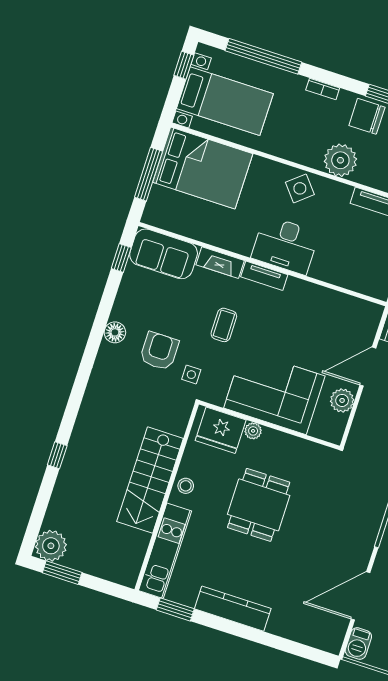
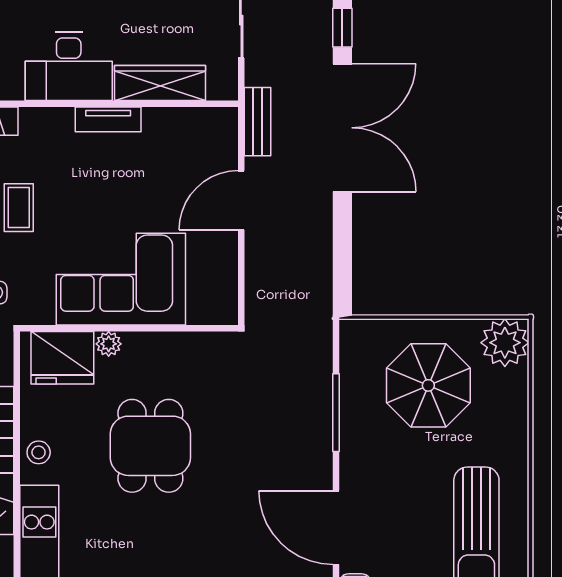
wardrobe: (340, 275) -> (160, 83), added
tv unit: (264, 276) -> (108, 119), moved
plant: (342, 400) -> (220, 260), removed
door: (360, 596) -> (336, 528), hinge flipped

